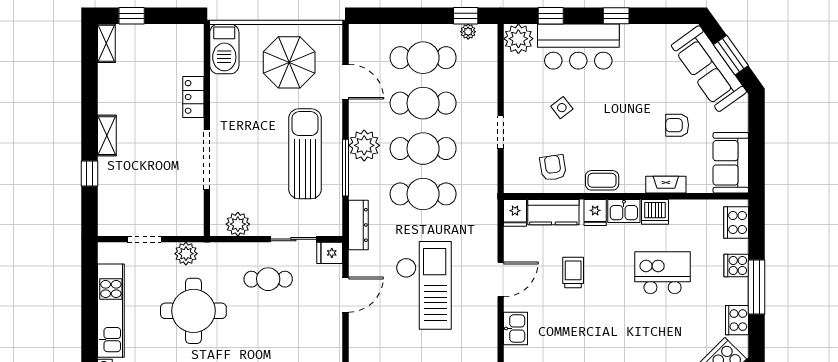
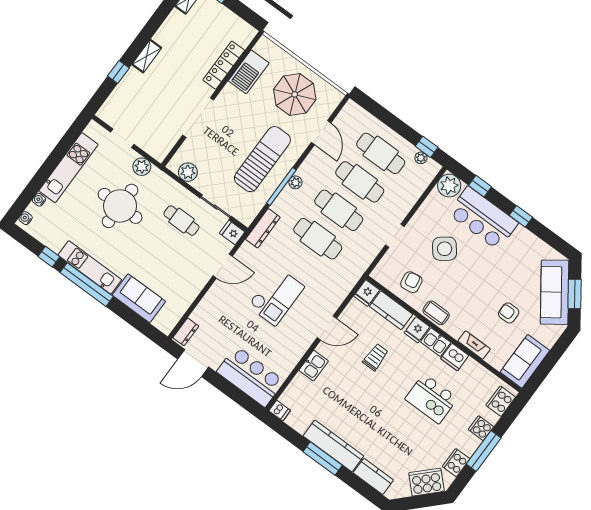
barbecue: (224, 49) -> (249, 72), moved
locker: (193, 97) -> (224, 65), width x1.53
side table: (562, 108) -> (445, 249), width x1.87, depth x1.87
plant: (364, 145) -> (295, 182), width x0.53, depth x0.53
kitchen island: (663, 273) -> (431, 399), turned 180
checkout: (424, 285) -> (276, 296), width x0.73, depth x0.83

